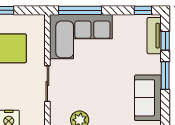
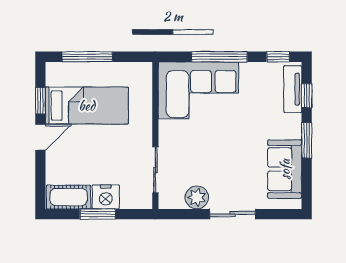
window: (80, 10) -> (219, 57), moved
sliding door: (47, 84) -> (155, 170), moved

